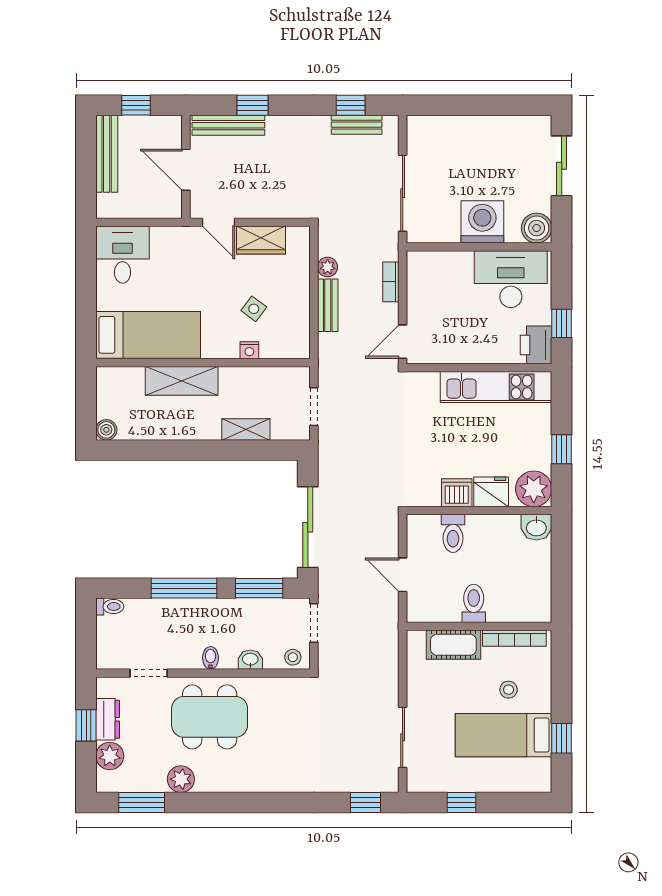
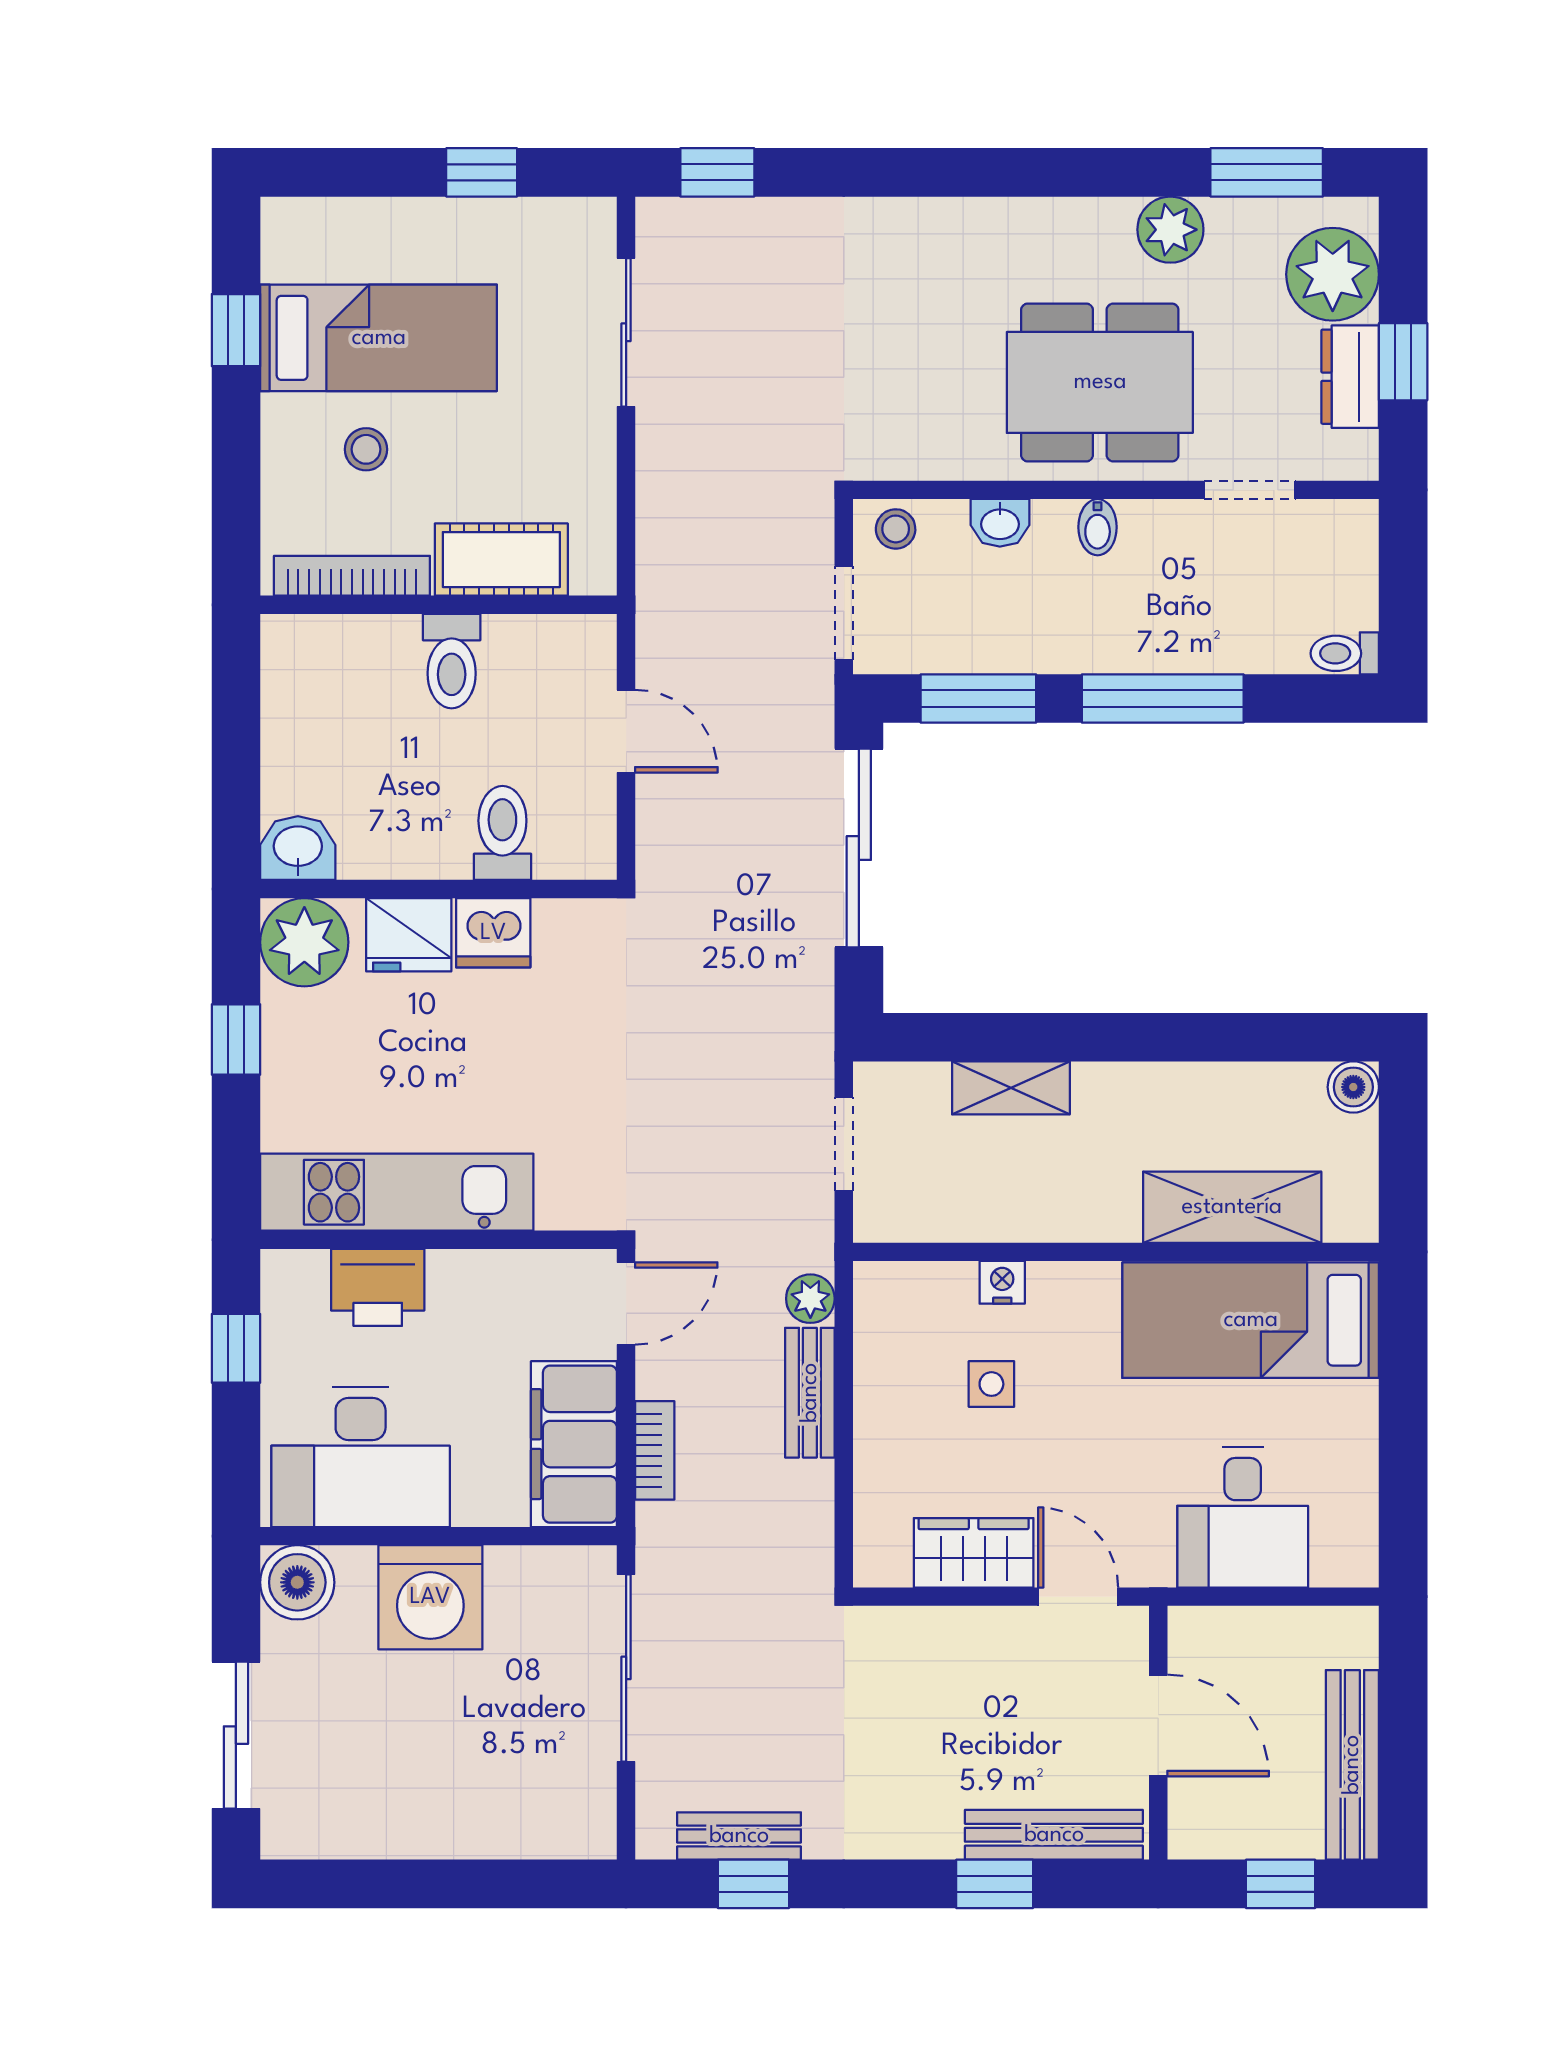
desk: (123, 255) -> (1243, 1517), moved
plant: (328, 267) -> (810, 1299), moved
filing cabinet: (424, 284) -> (574, 1444), added
side table: (254, 309) -> (991, 1384), turned -37
printer: (536, 345) -> (378, 1287), moved, turned 90
shelving: (182, 381) -> (1232, 1207), moved
plant: (110, 756) -> (1333, 274), width x1.36, depth x1.36

